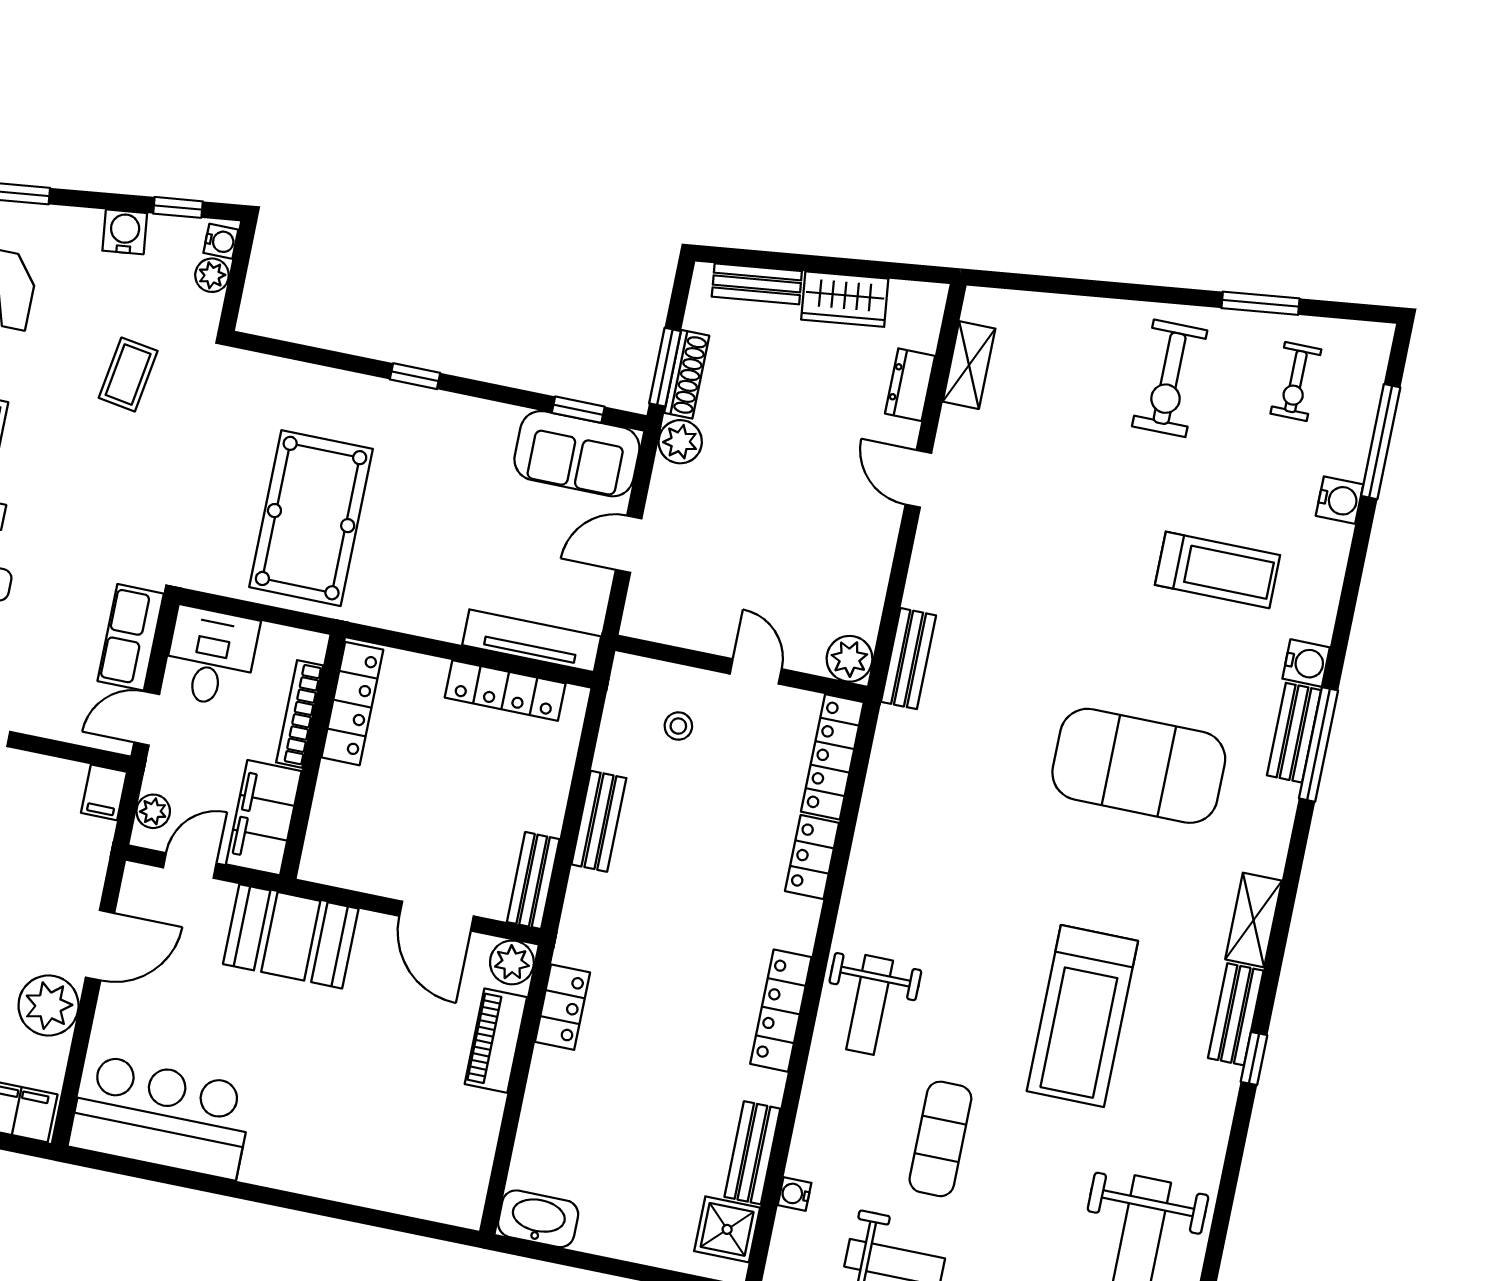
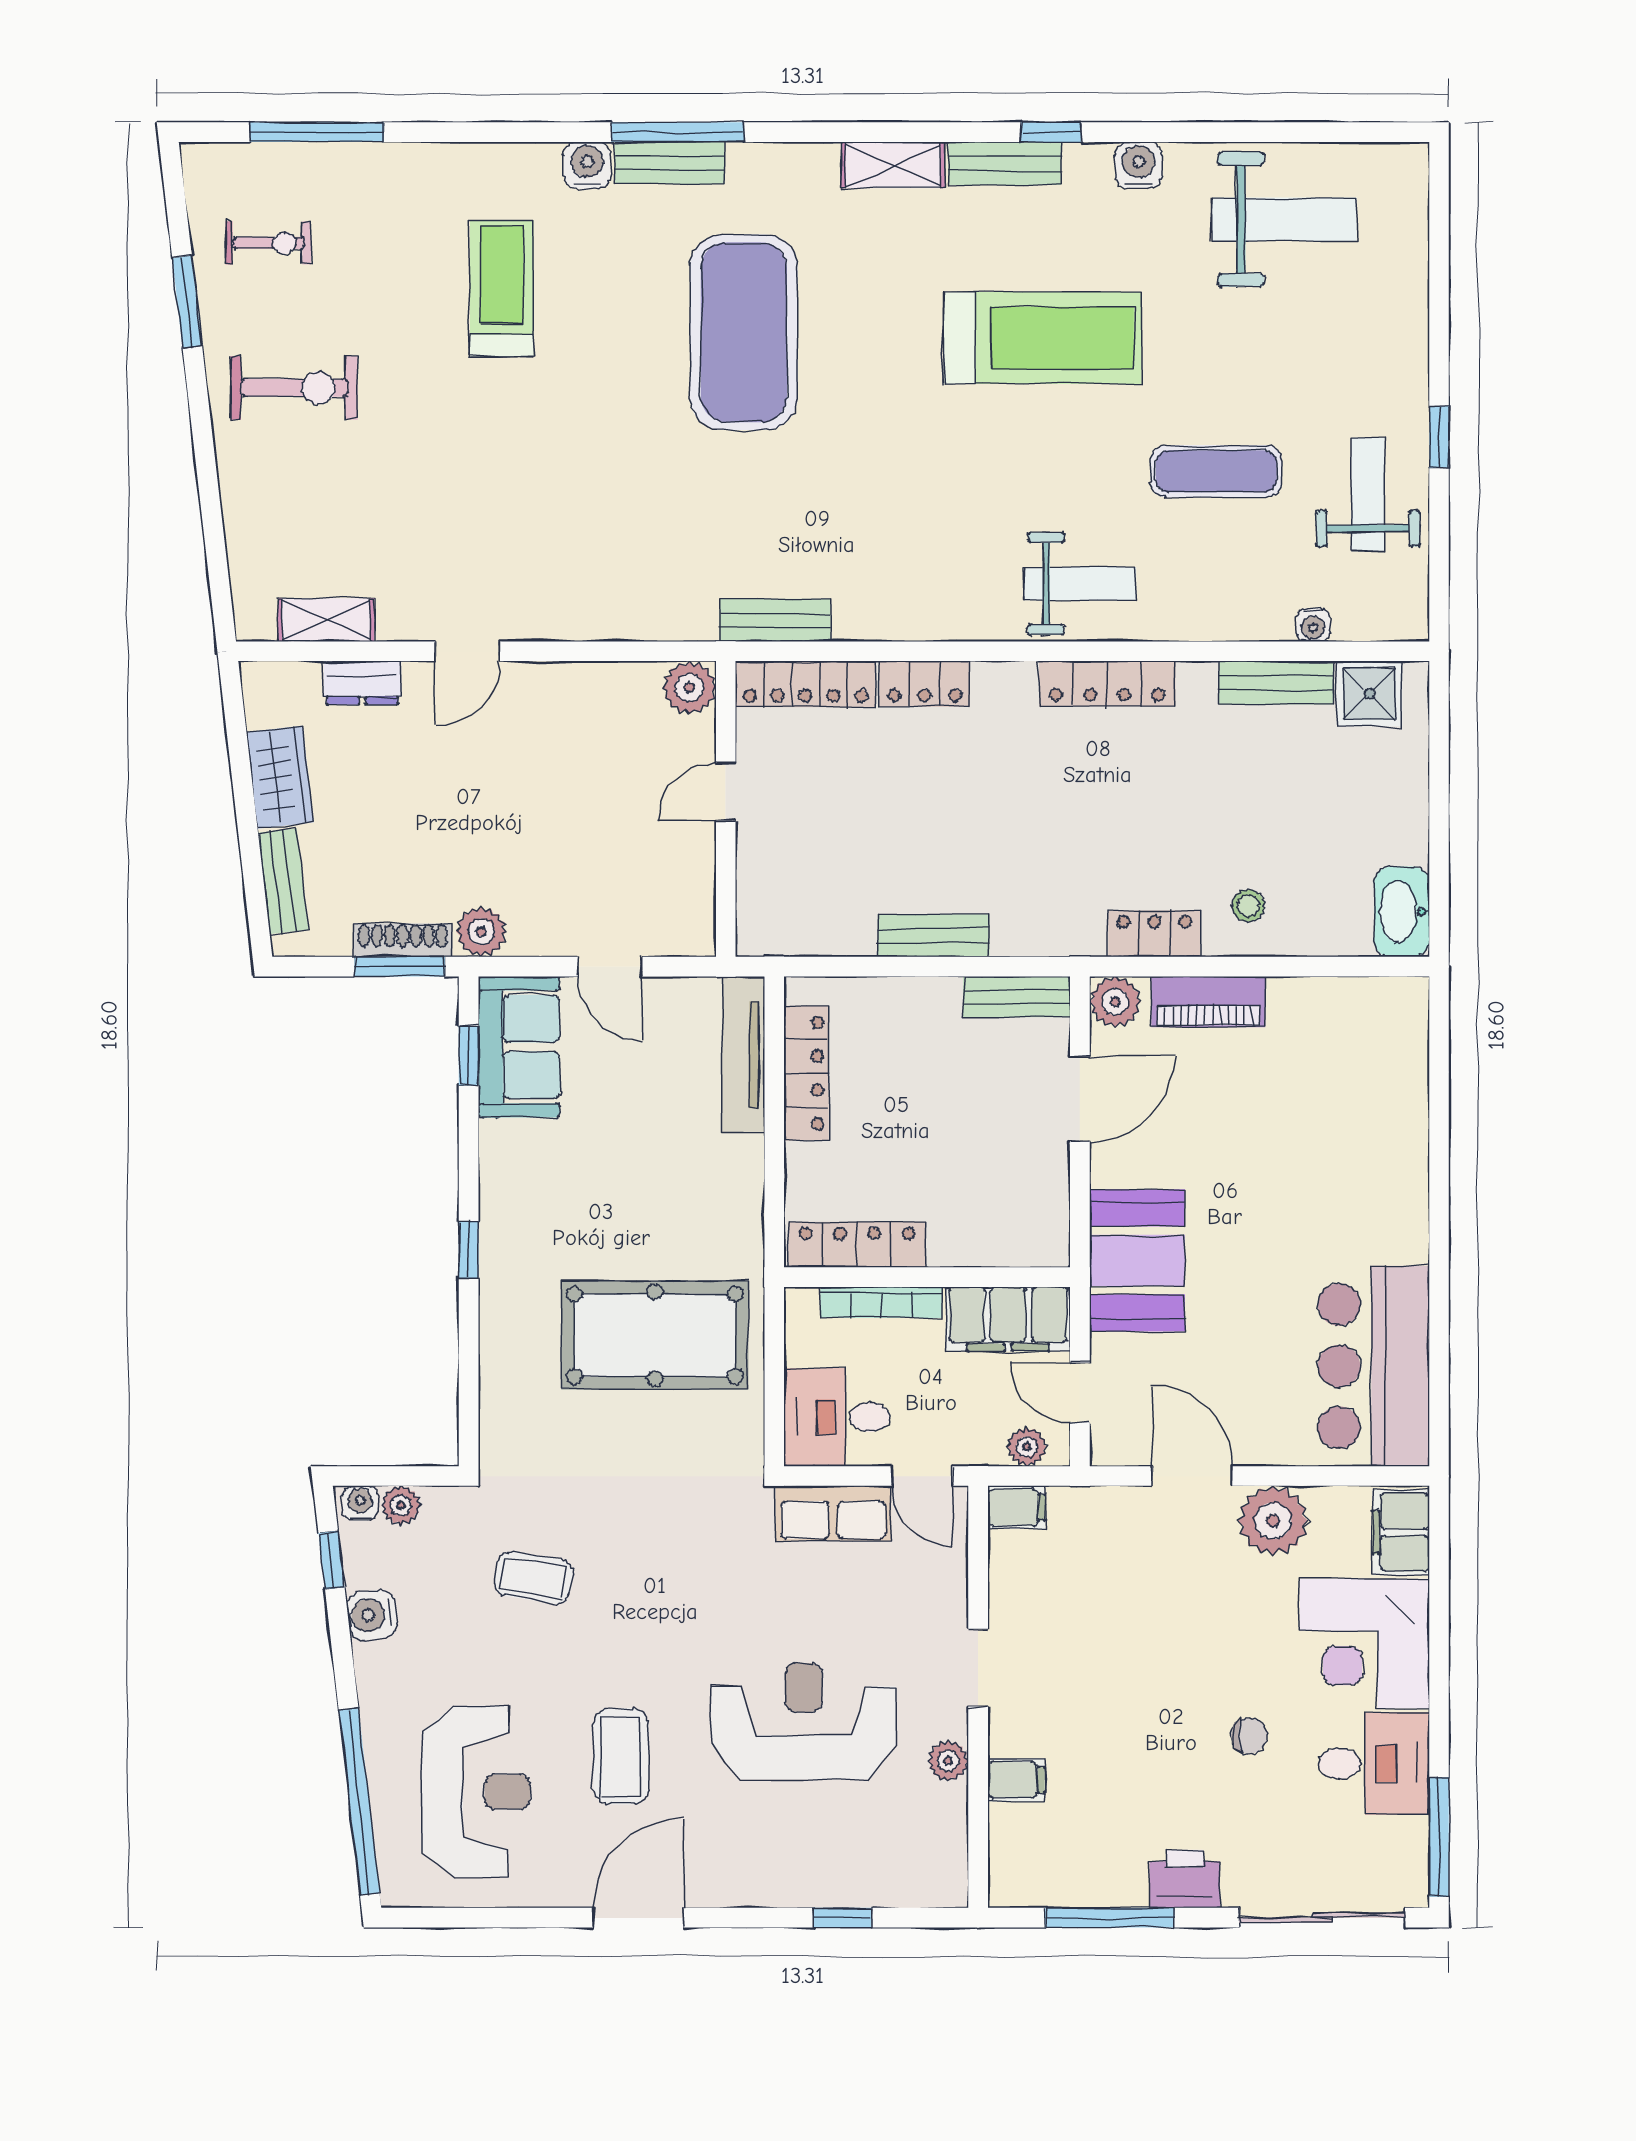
water cooler: (1340, 500) -> (1139, 165), moved
bench: (909, 659) -> (775, 620), moved
stool: (678, 726) -> (1248, 906), moved

